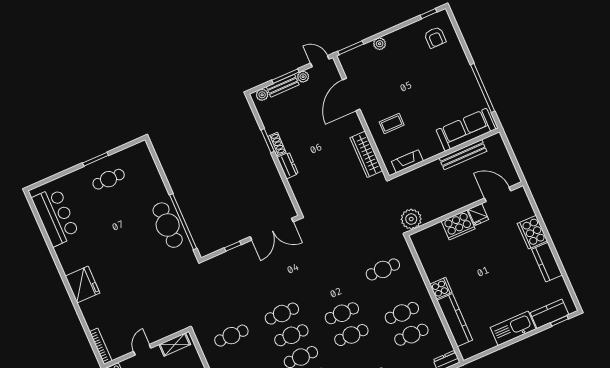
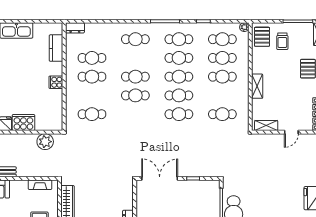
plant: (411, 219) -> (45, 142), moved
kitchen counter: (455, 320) -> (56, 48), width x0.67

